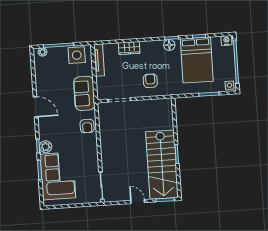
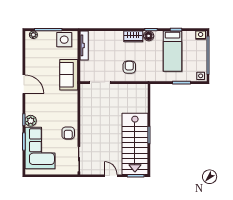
wardrobe: (129, 48) -> (133, 36), moved
bed: (197, 60) -> (173, 51), width x0.67
armchair: (87, 126) -> (68, 133), moved

